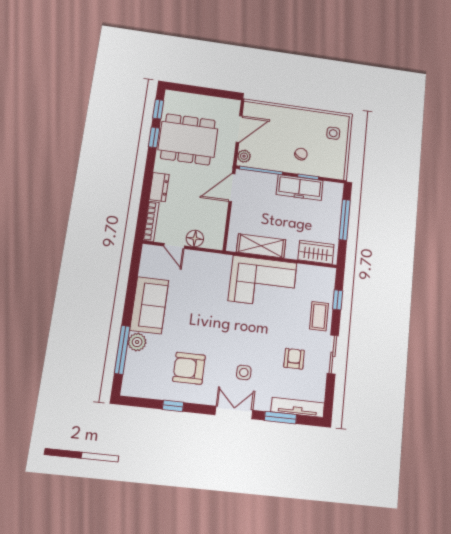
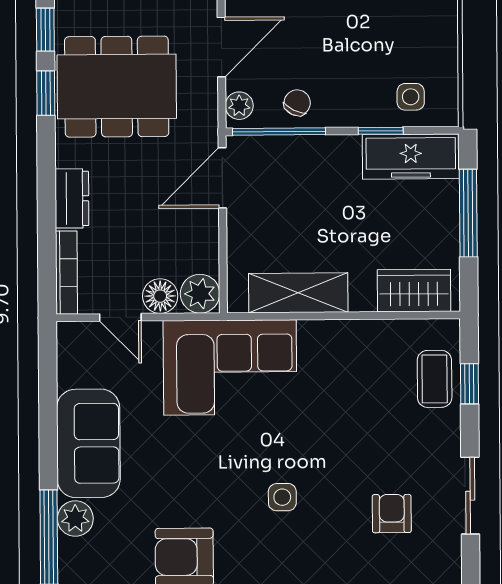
side table: (333, 133) -> (411, 97), moved
chair: (301, 154) -> (297, 103), moved
freezer: (300, 188) -> (411, 157), moved
plant: (214, 240) -> (200, 294), added
corner sofa: (263, 282) -> (230, 367), moved
coffee table: (319, 316) -> (435, 379), moved
side table: (244, 372) -> (282, 497), moved

